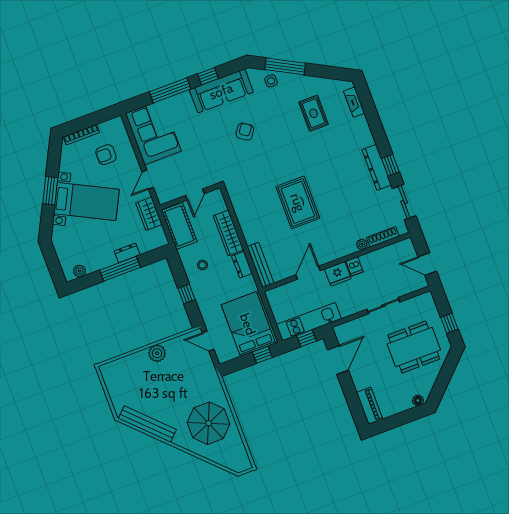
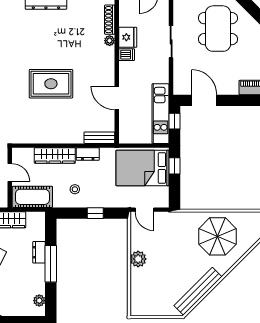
bench: (260, 265) -> (99, 138), width x0.73
fridge: (338, 274) -> (128, 37), moved
door: (208, 341) -> (144, 210), hinge flipped

